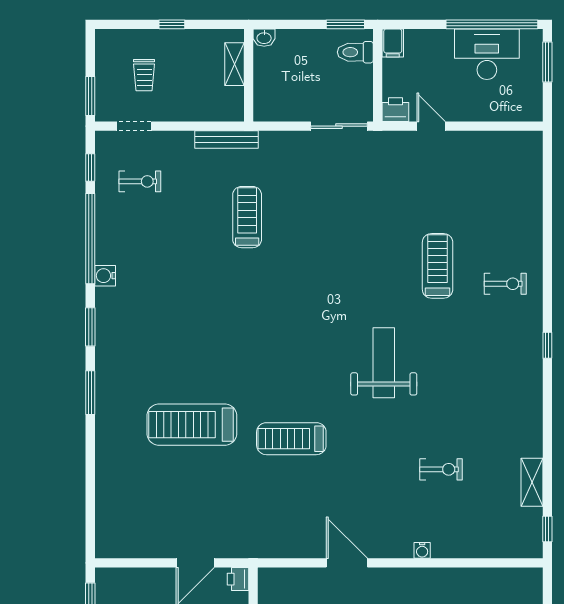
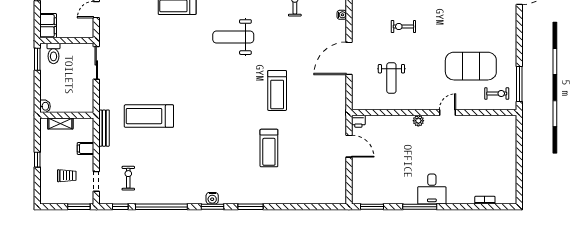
filing cabinet: (393, 43) -> (48, 26), width x2.00
filing cabinet: (191, 108) -> (86, 149), added
printer: (395, 110) -> (87, 30), removed
treadmill: (247, 217) -> (149, 116), width x1.37, depth x1.38
water cooler: (105, 276) -> (212, 198), moved
treadmill: (192, 425) -> (269, 148), width x0.73, depth x0.73
door: (347, 563) -> (349, 58), width x1.36

